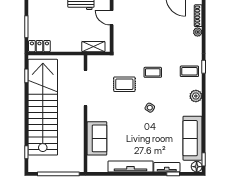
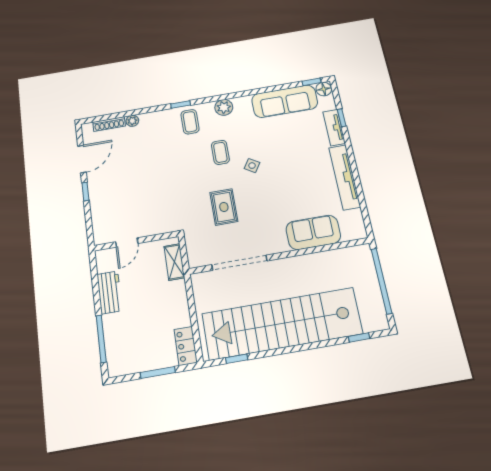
coffee table: (153, 72) -> (220, 152), moved

